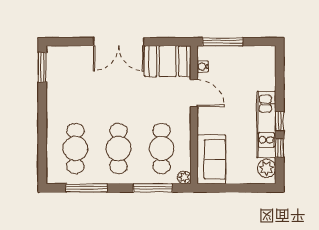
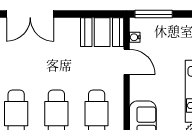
double door: (119, 42) -> (30, 14), moved

